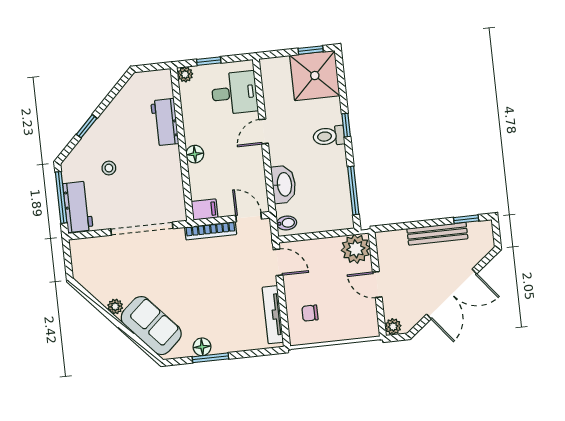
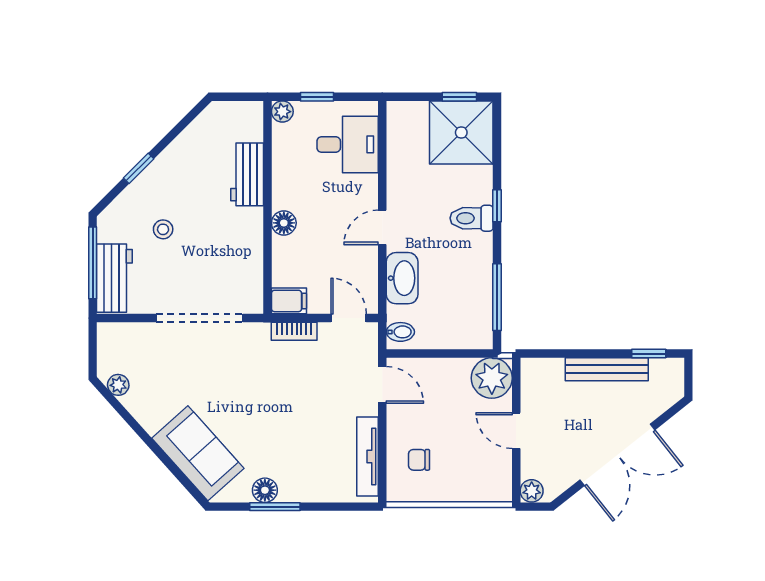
door: (264, 131) -> (382, 227), moved
bookcase: (211, 231) -> (294, 331), width x0.64
plant: (115, 307) -> (118, 385), moved

